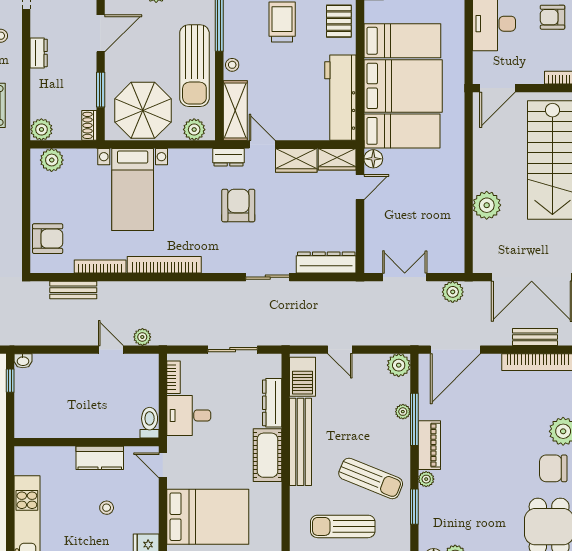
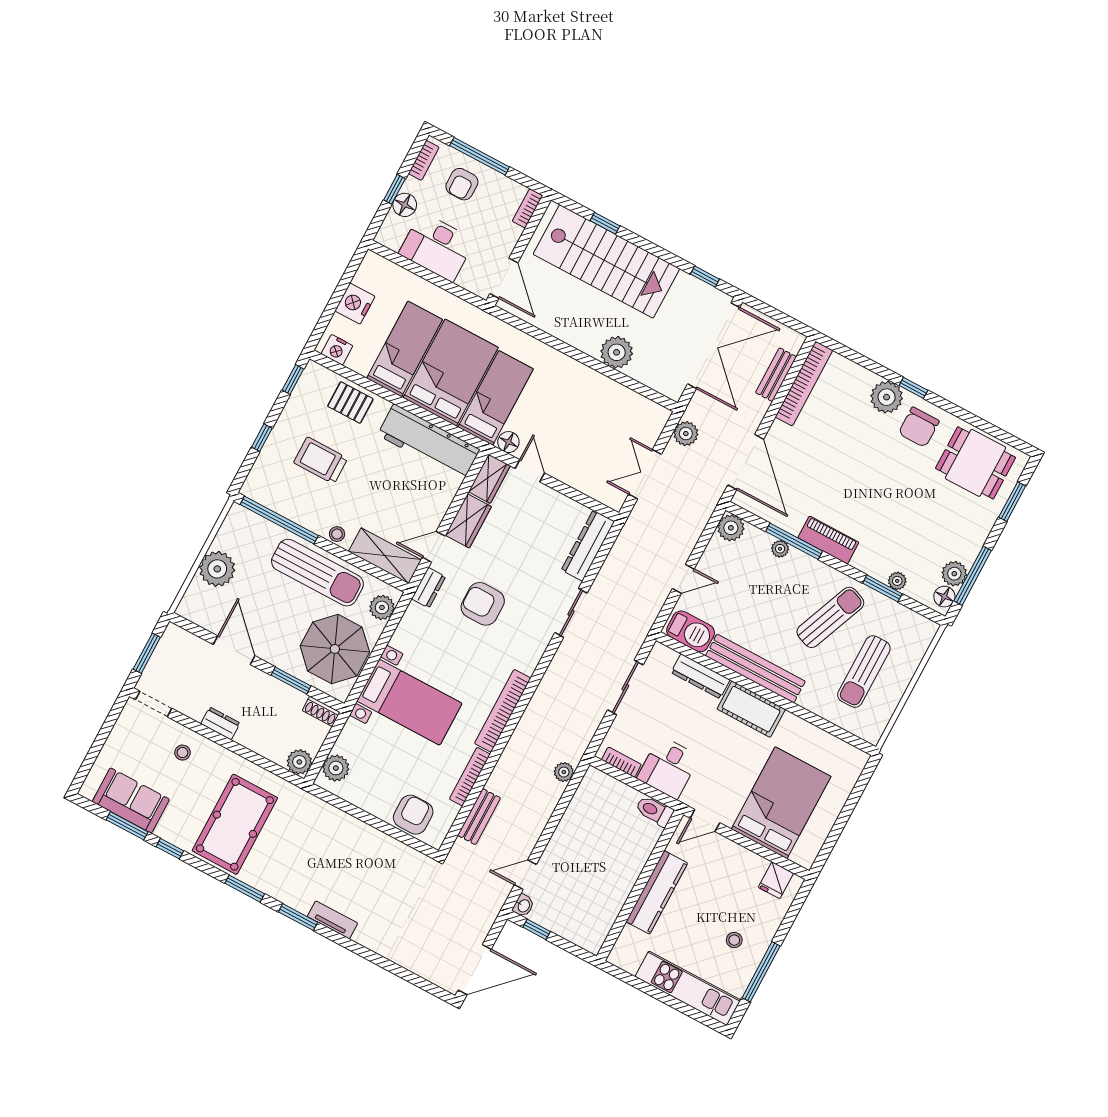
door: (111, 350) -> (525, 875), moved
kitchen counter: (100, 458) -> (657, 892), width x1.50
plant: (426, 479) -> (897, 581), moved
stool: (107, 508) -> (734, 940), moved

